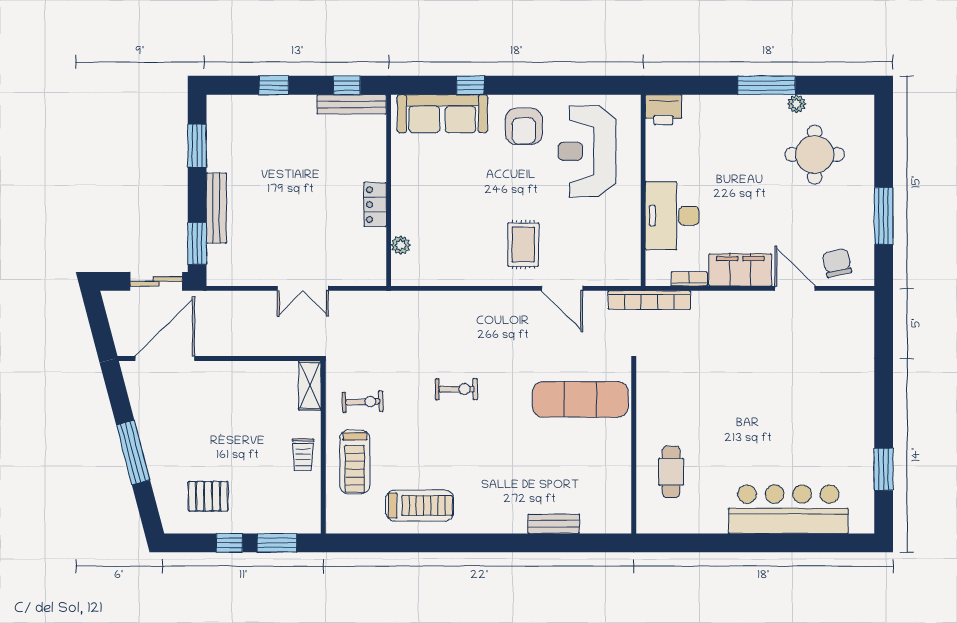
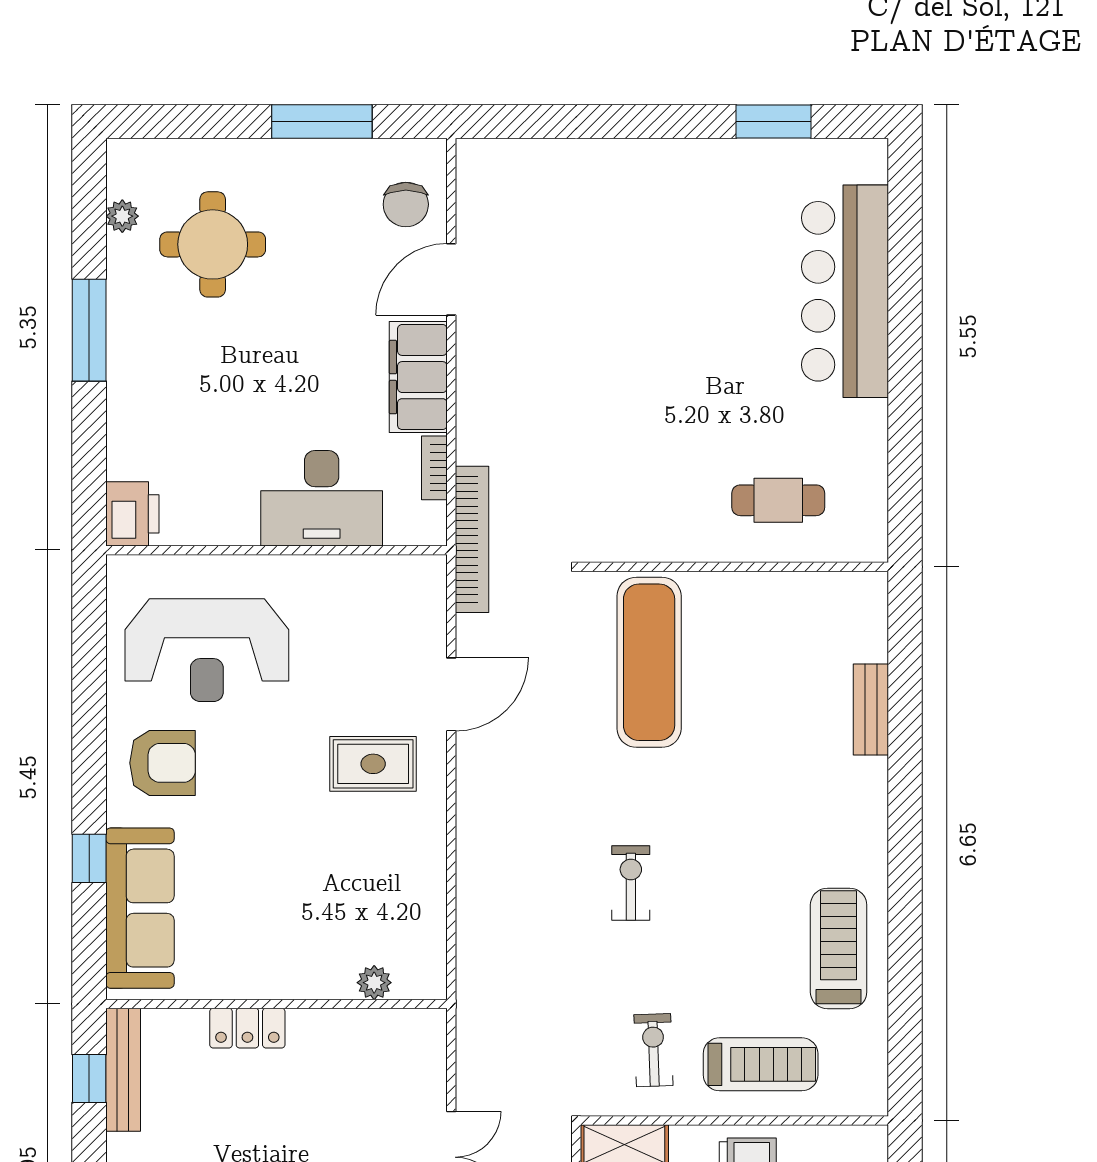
plant: (797, 104) -> (122, 216), moved
locker: (375, 205) -> (247, 1028), moved
chair: (837, 263) -> (406, 204), turned -78

